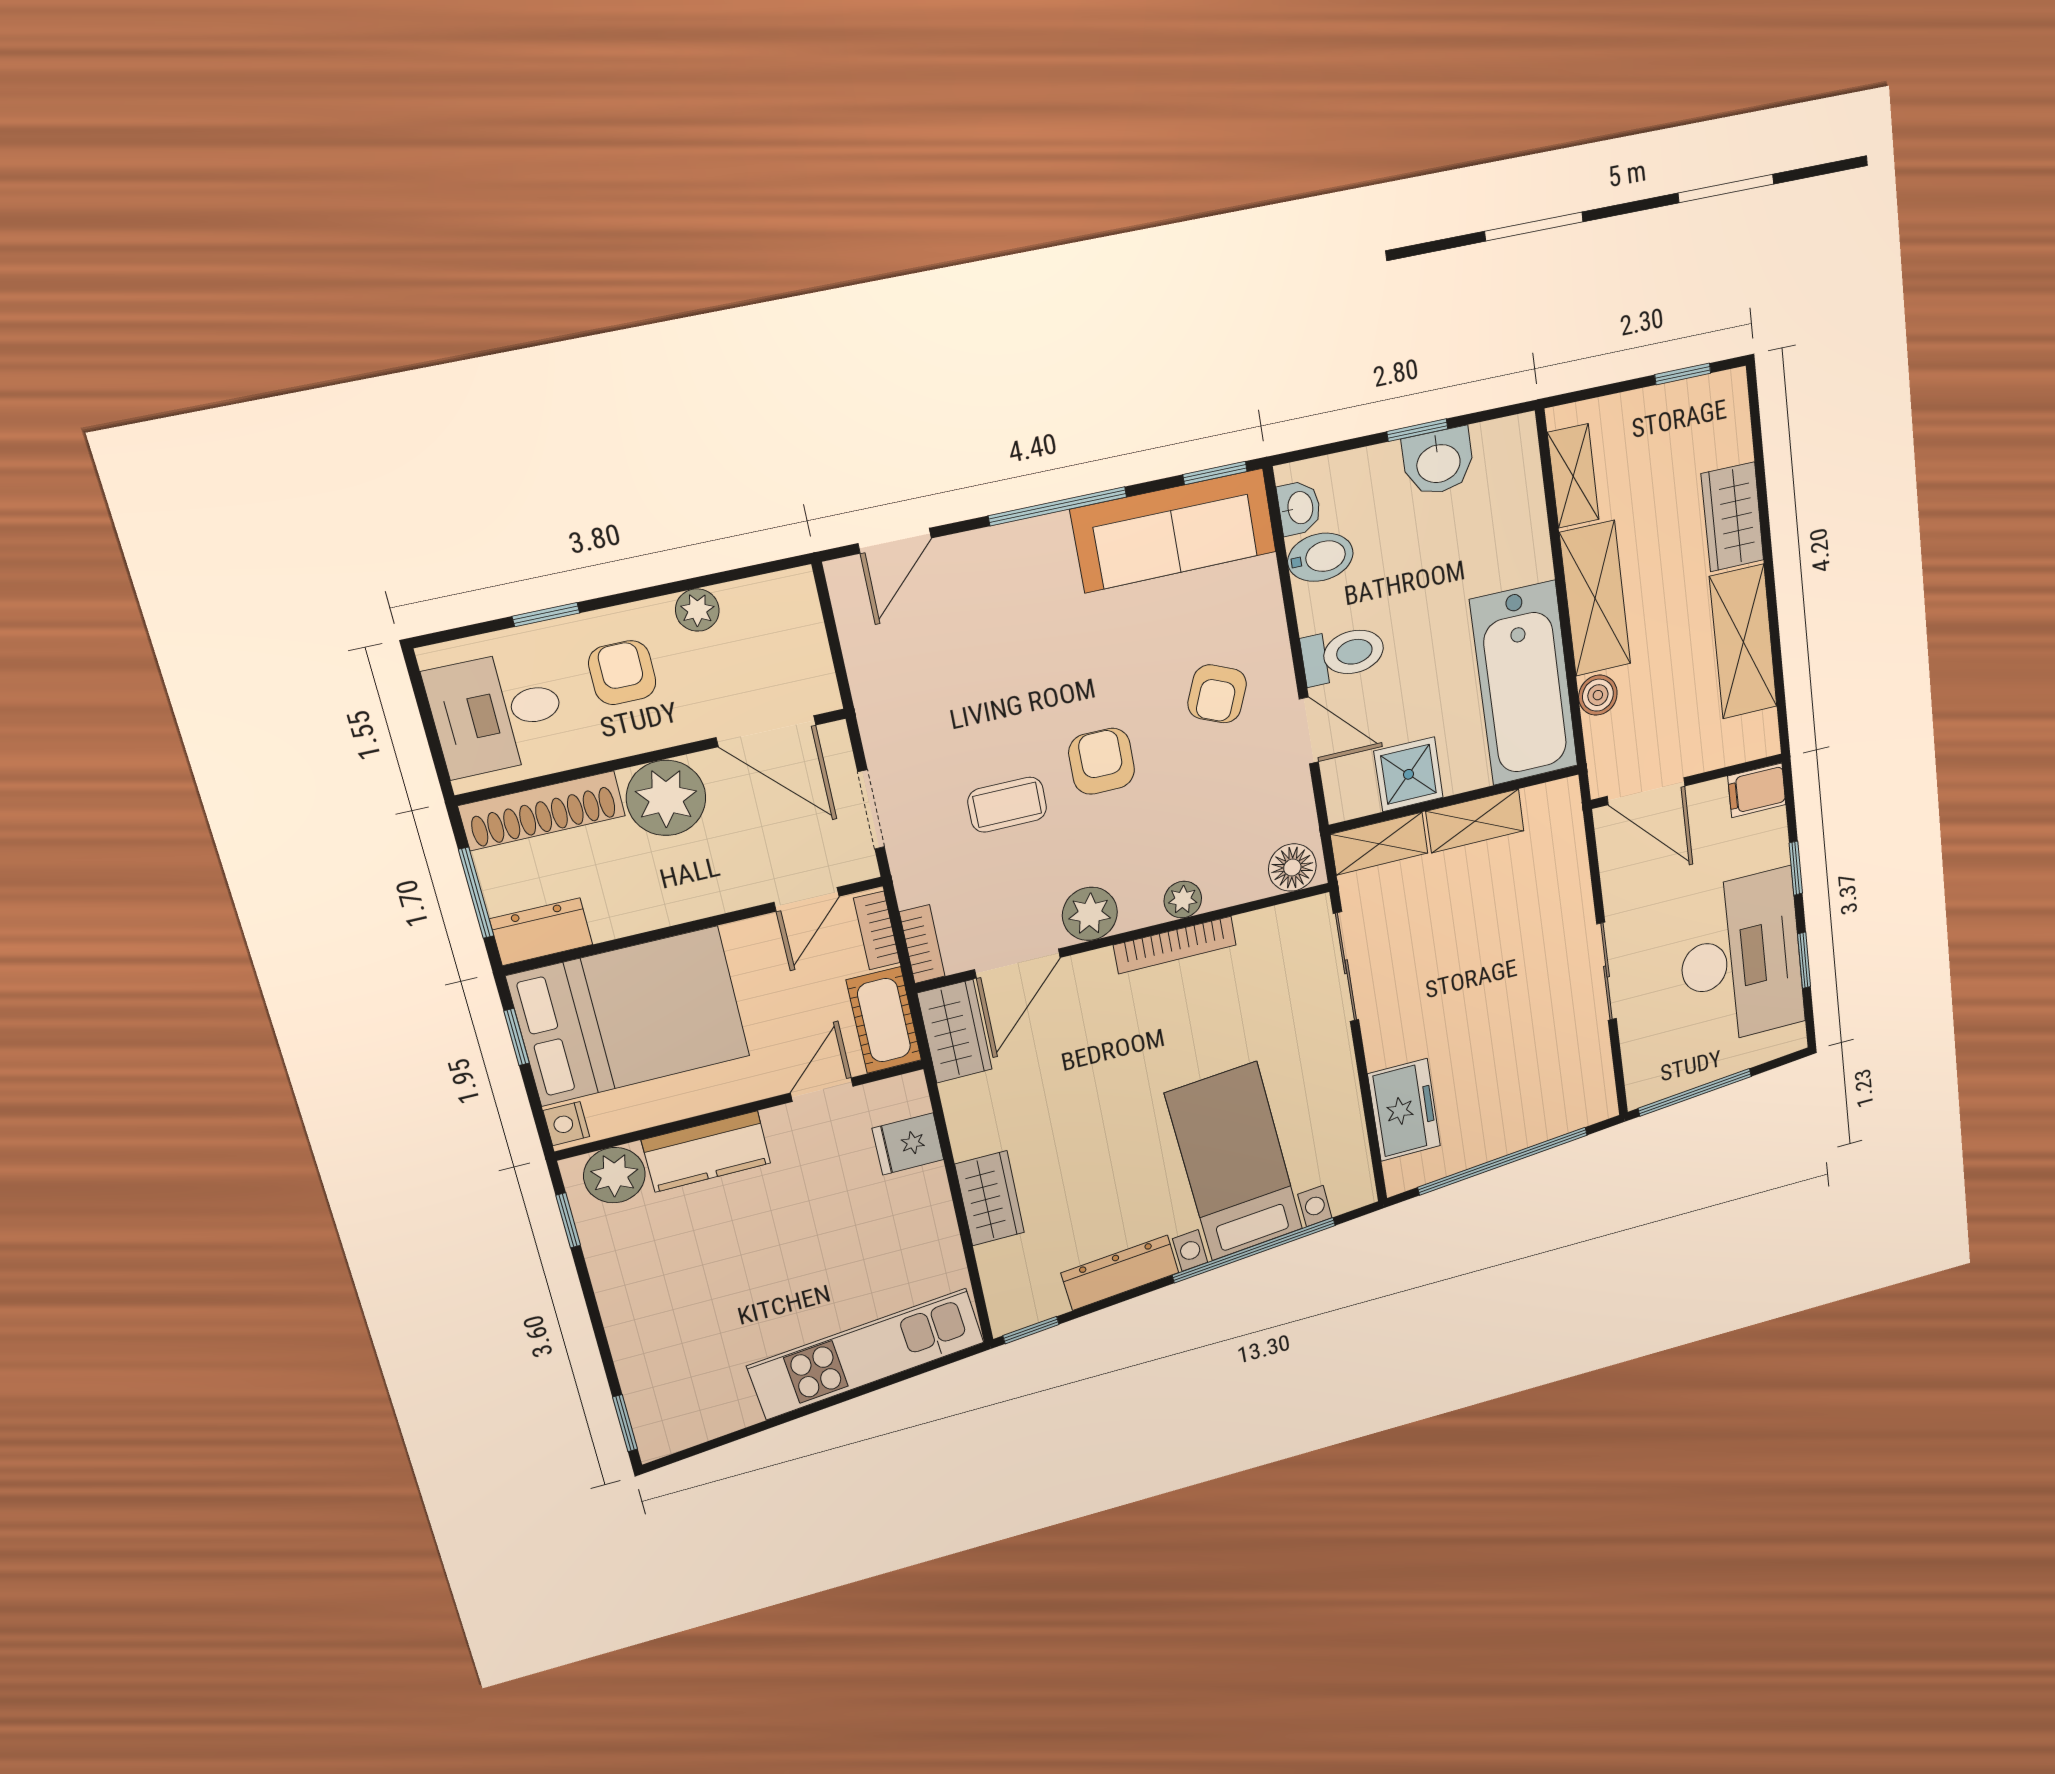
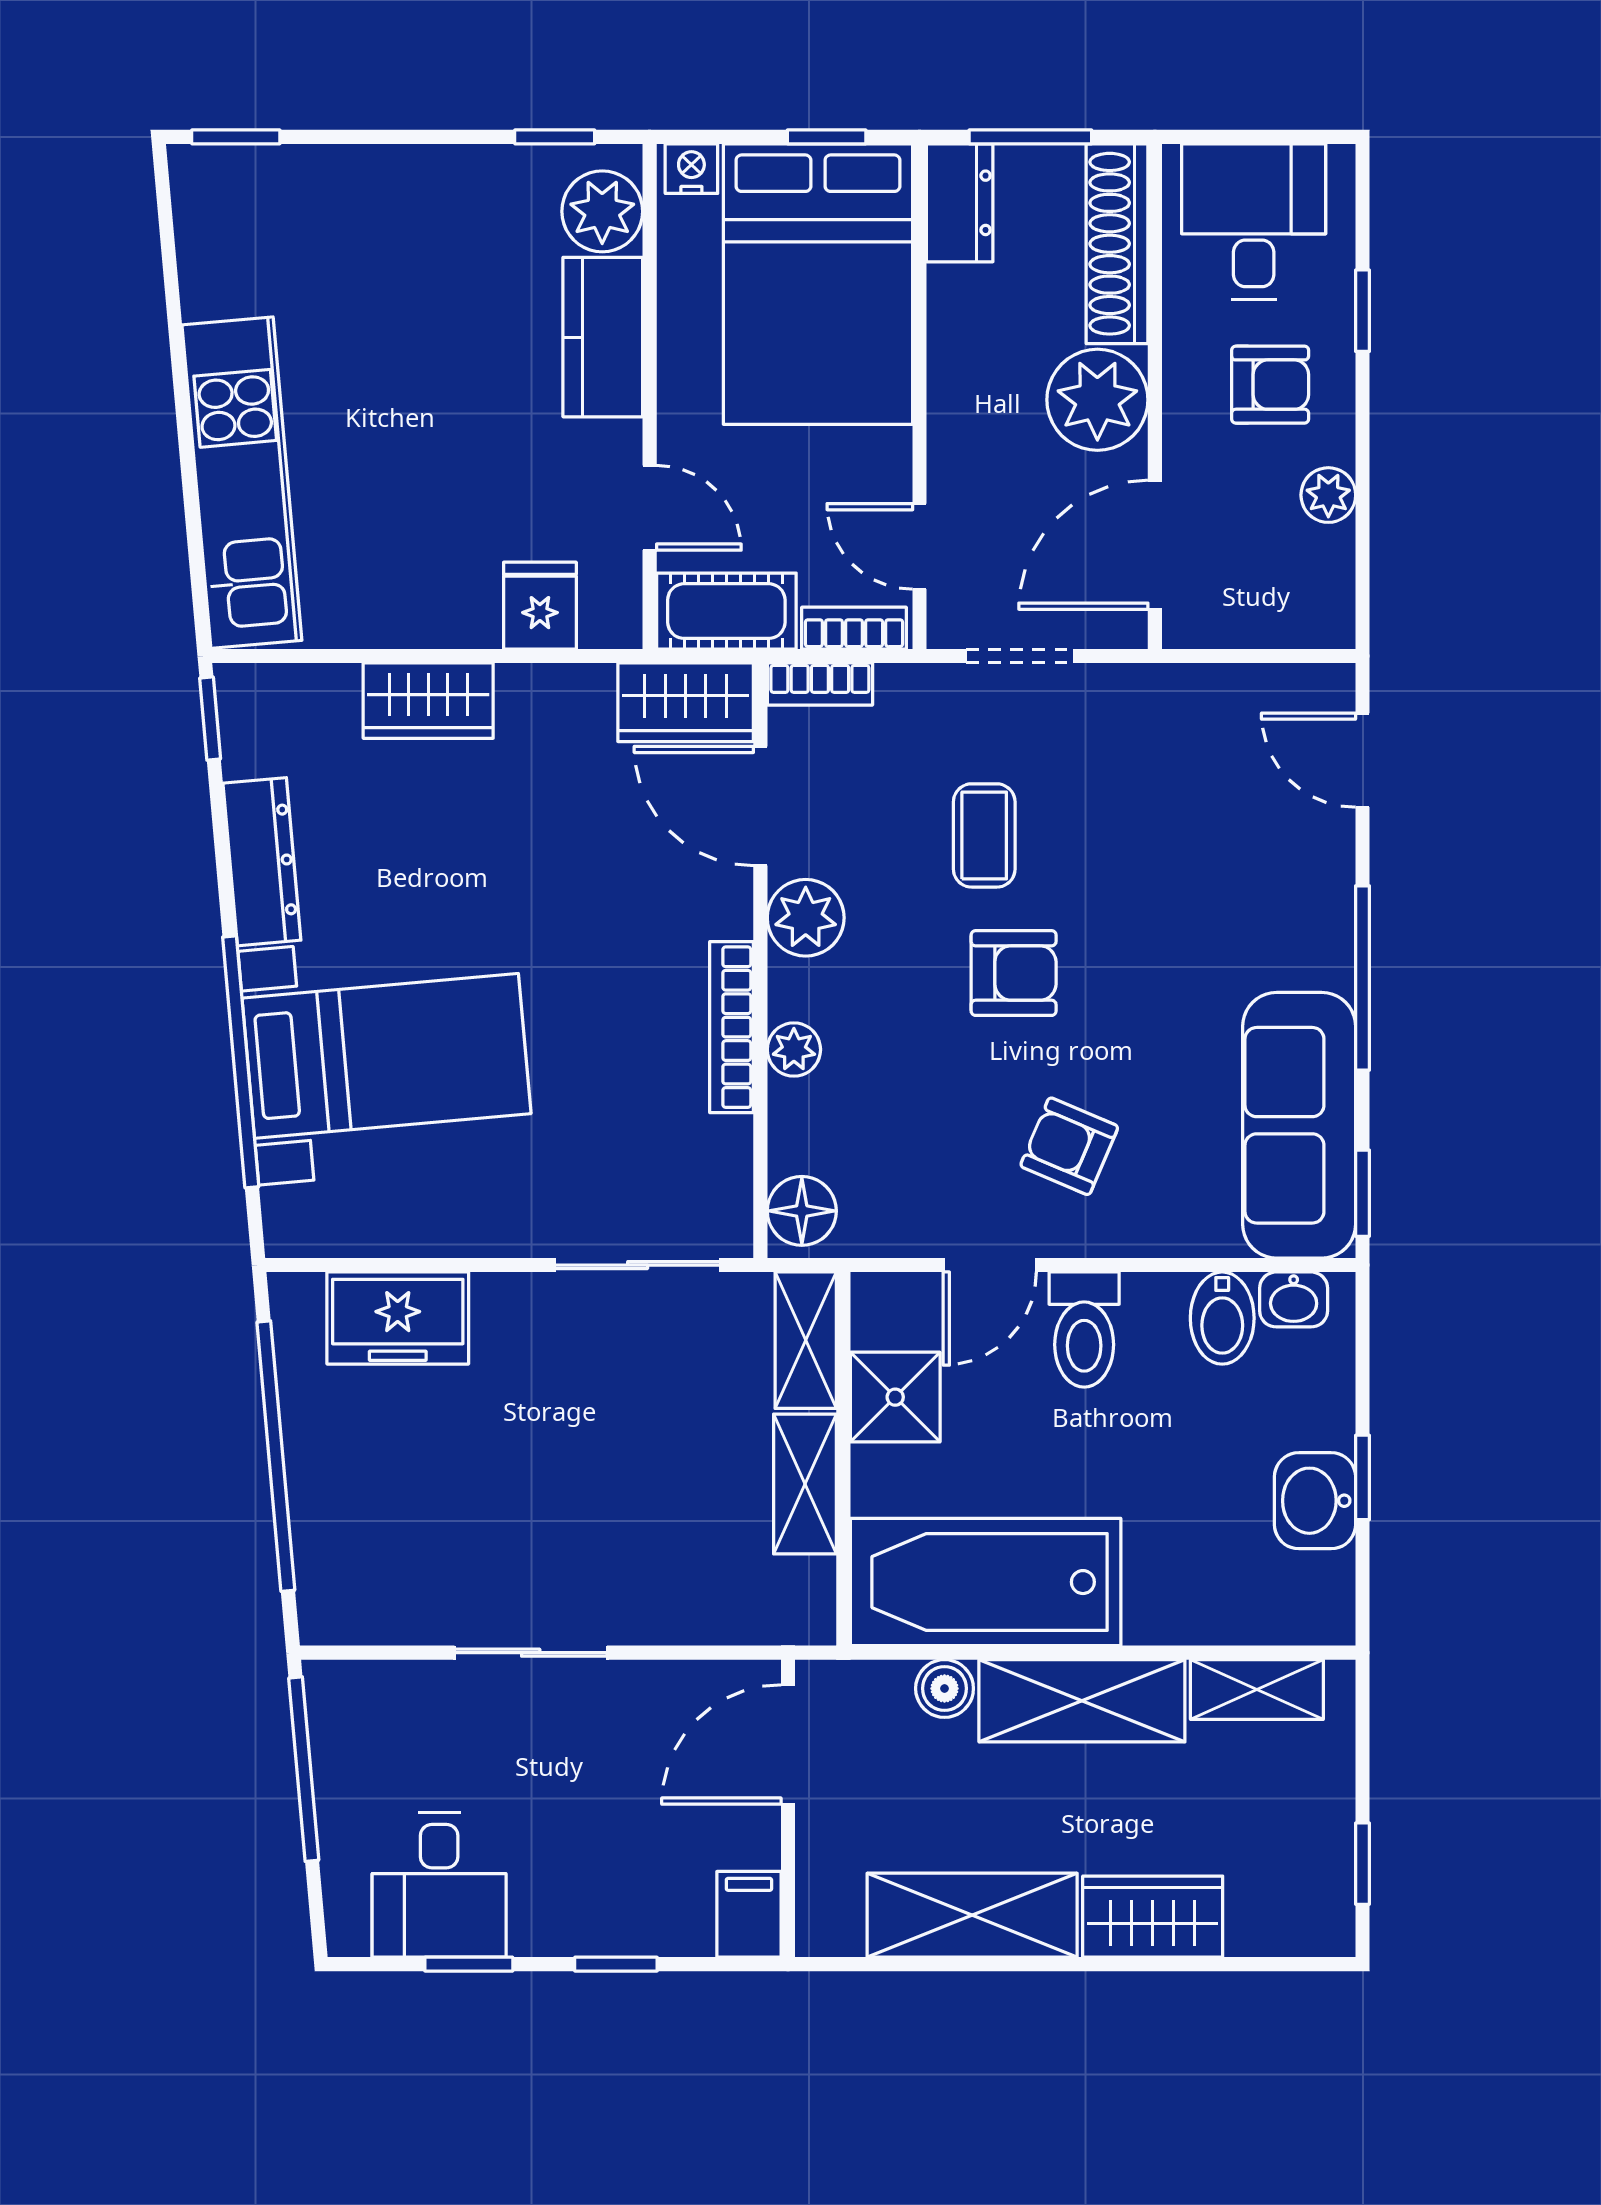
desk: (1741, 958) -> (439, 1885), width x0.53, depth x0.77

